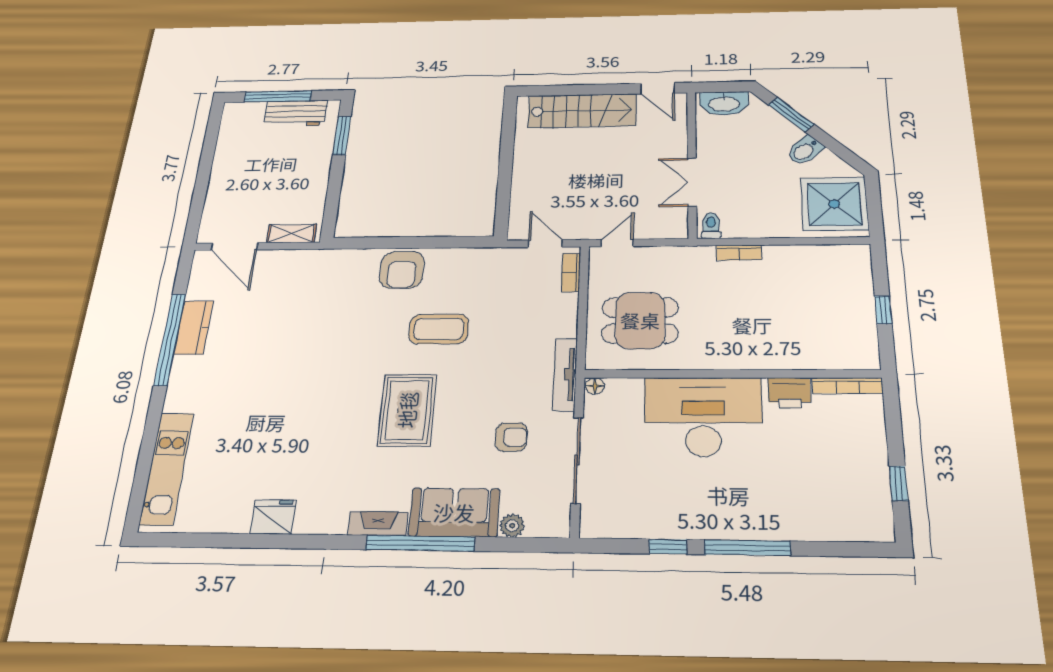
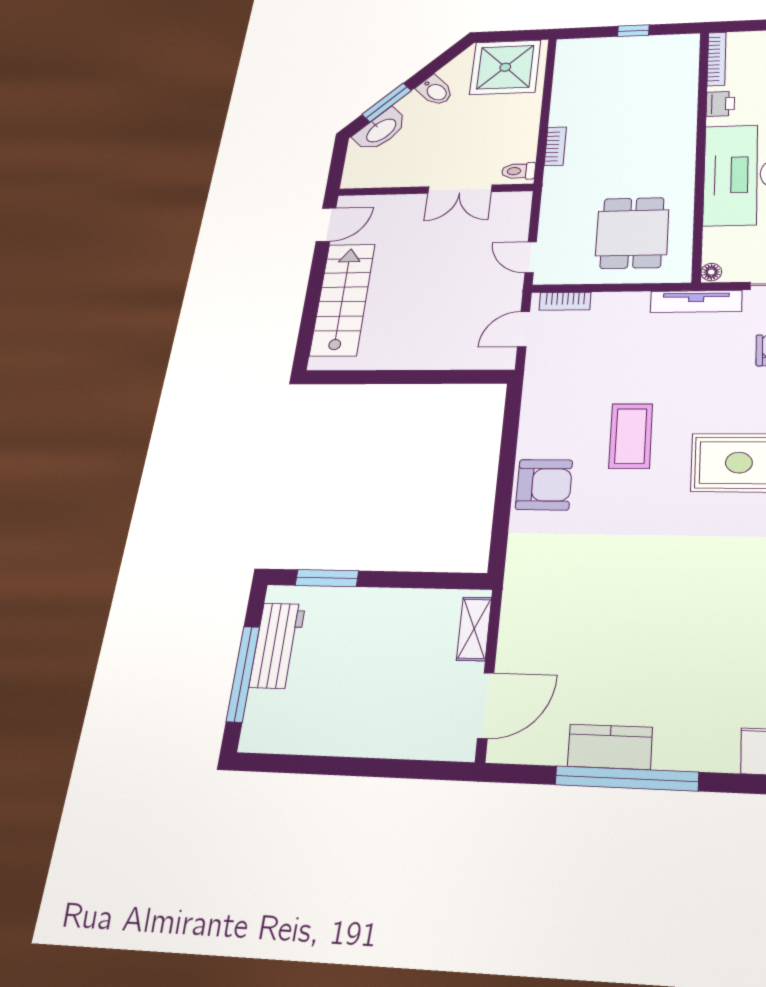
washbasin: (724, 103) -> (381, 130), moved, turned 45
printer: (789, 393) -> (720, 104), width x0.73, depth x0.81

